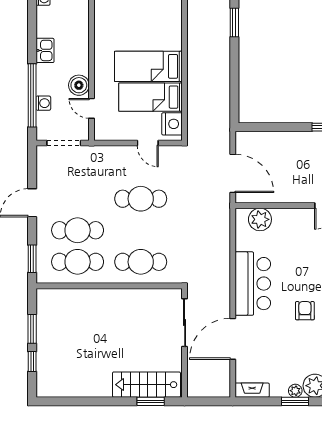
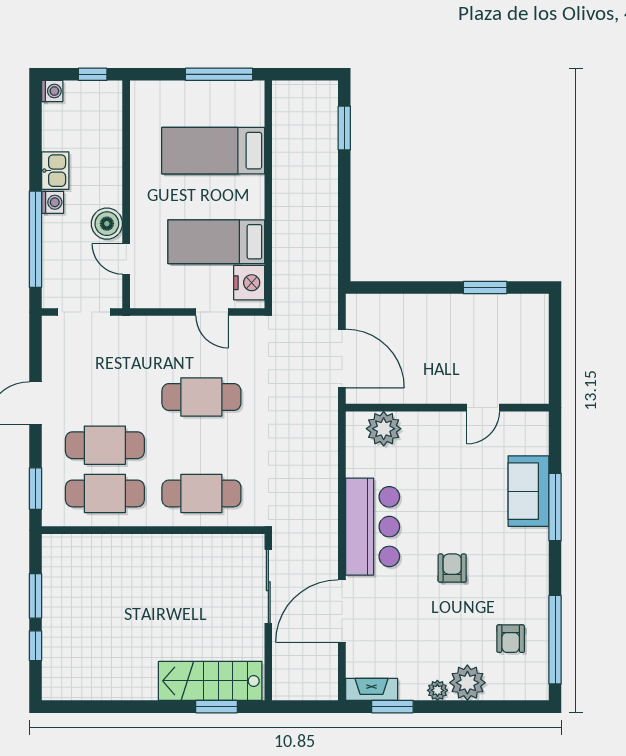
bed: (148, 66) -> (213, 151), moved
washing machine: (43, 103) -> (53, 202), moved
window: (295, 401) -> (392, 707), moved

